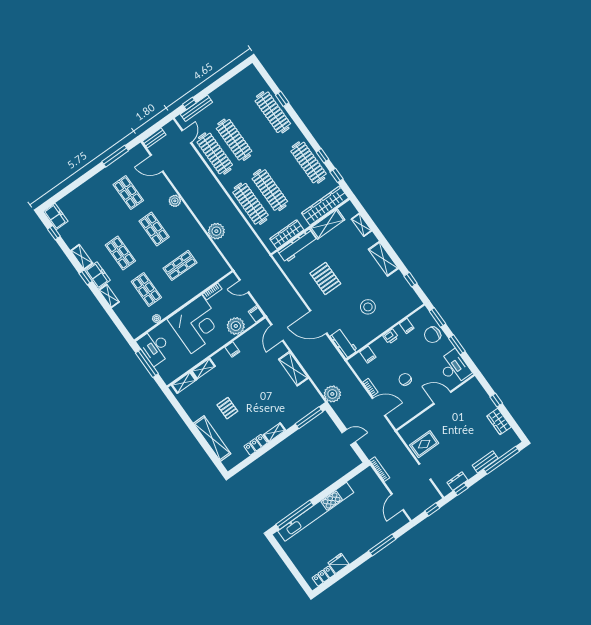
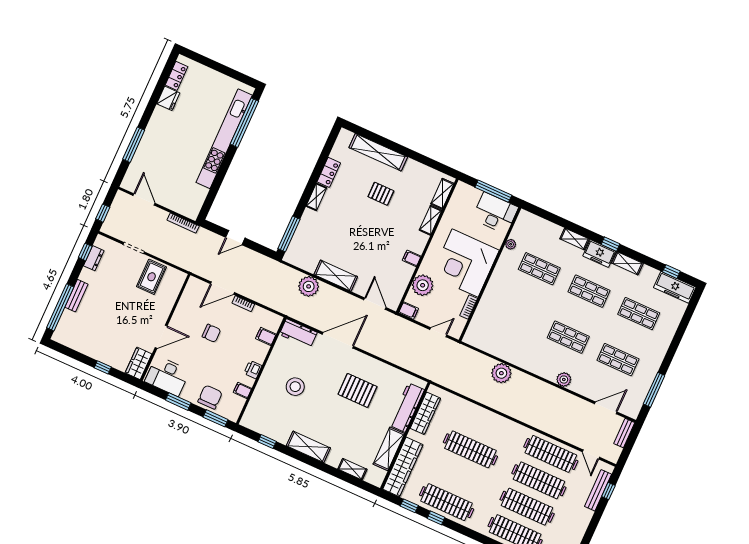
clothes rail: (250, 204) -> (527, 507), moved
freezer: (56, 216) -> (675, 287), width x1.40
shop shelf: (180, 265) -> (639, 314), moved, turned 90
plant: (332, 394) -> (309, 286), moved
wardrobe: (499, 421) -> (138, 363), moved, turned -90

